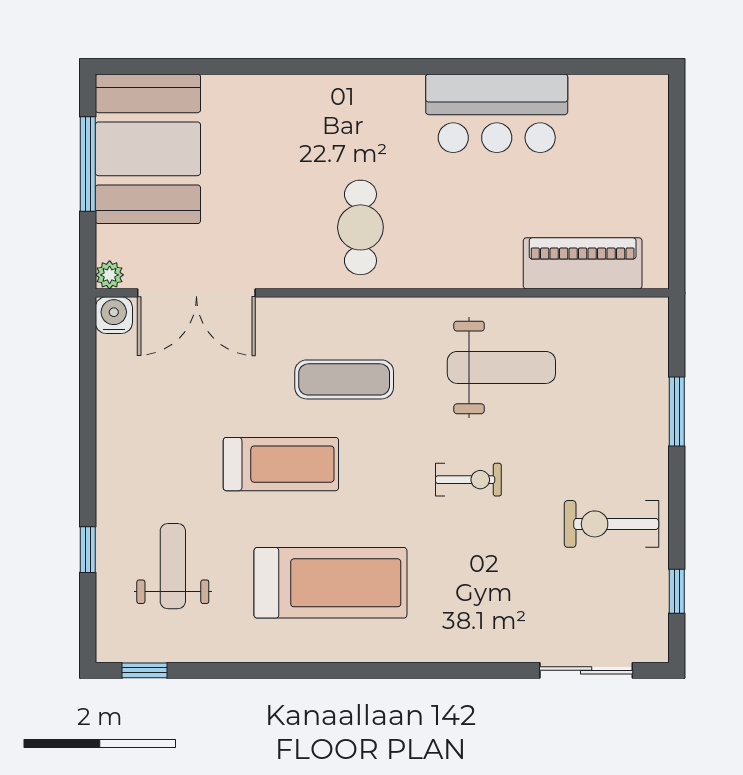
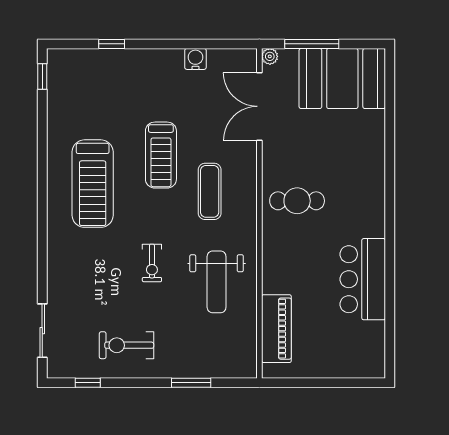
window: (88, 164) -> (312, 44), moved
water cooler: (114, 315) -> (195, 59), moved, turned -90
exercise bike: (612, 524) -> (126, 345), turned -90
weight bench: (173, 566) -> (102, 93), removed

